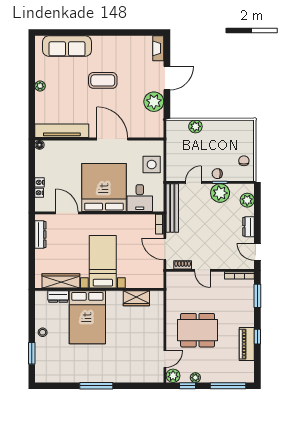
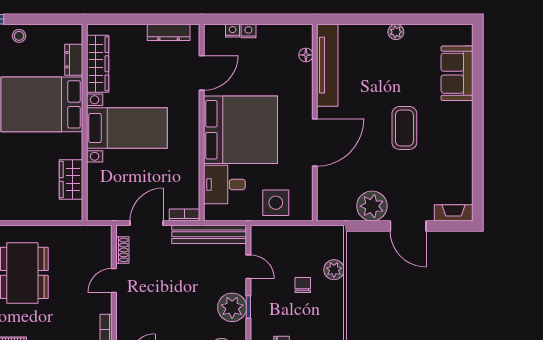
sofa: (67, 46) -> (457, 73), width x0.73
floor lamp: (39, 145) -> (306, 55), moved
chair: (217, 174) -> (303, 285), moved

